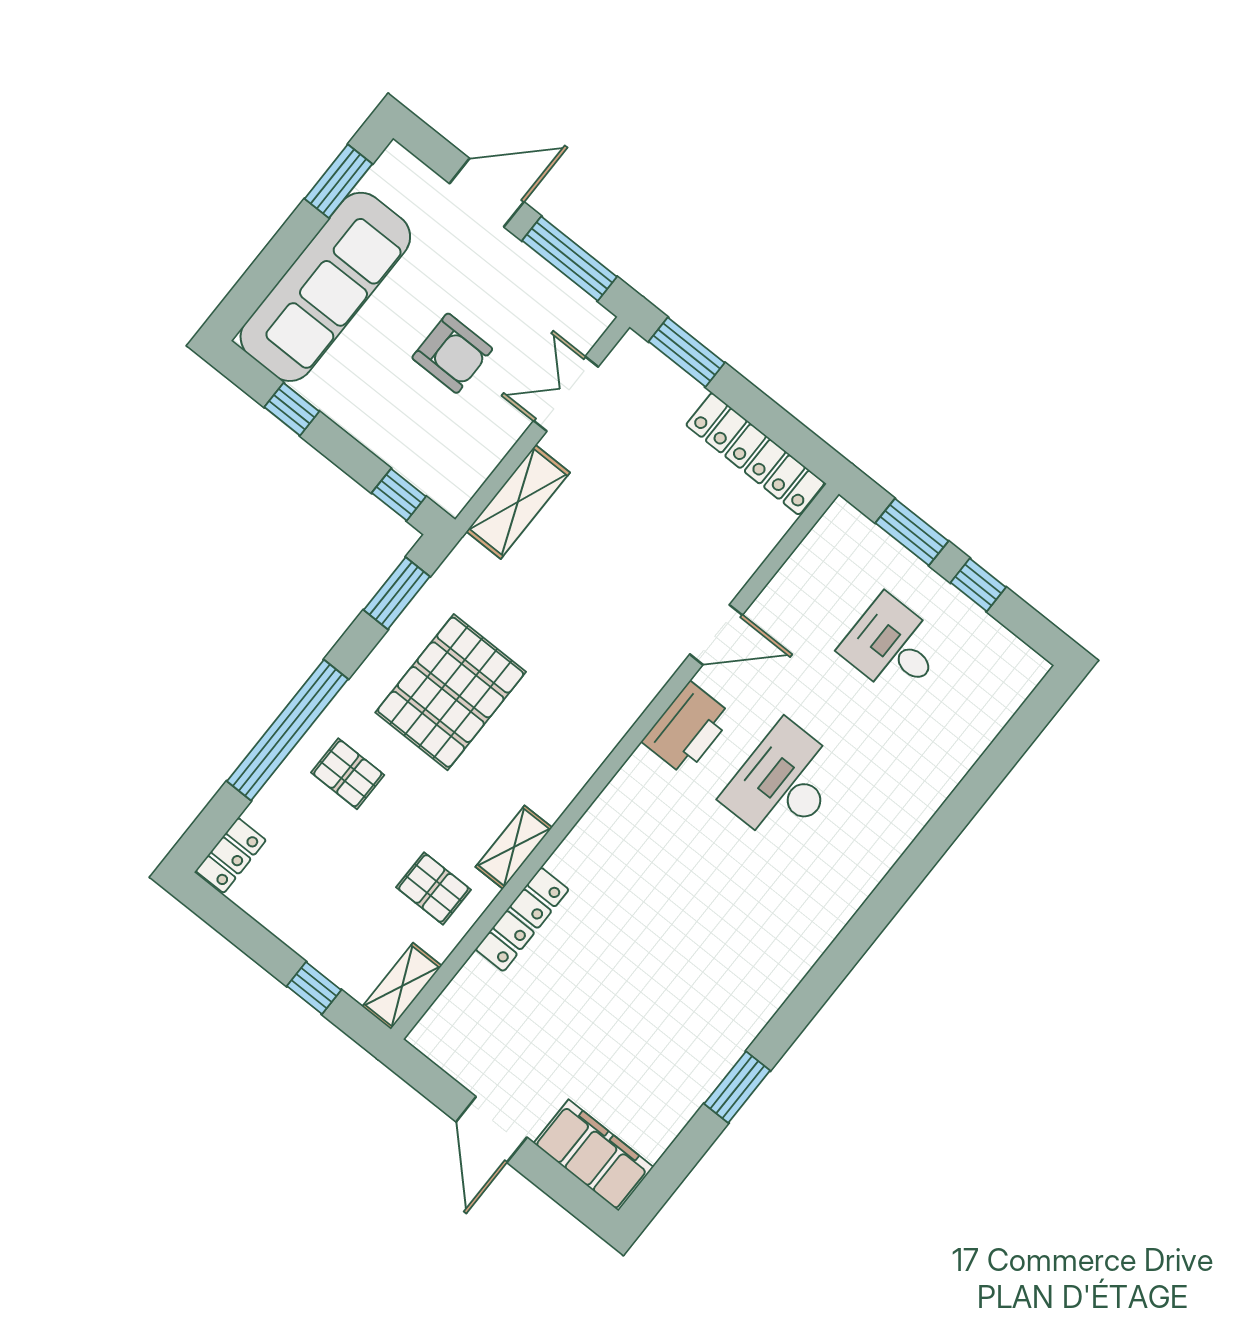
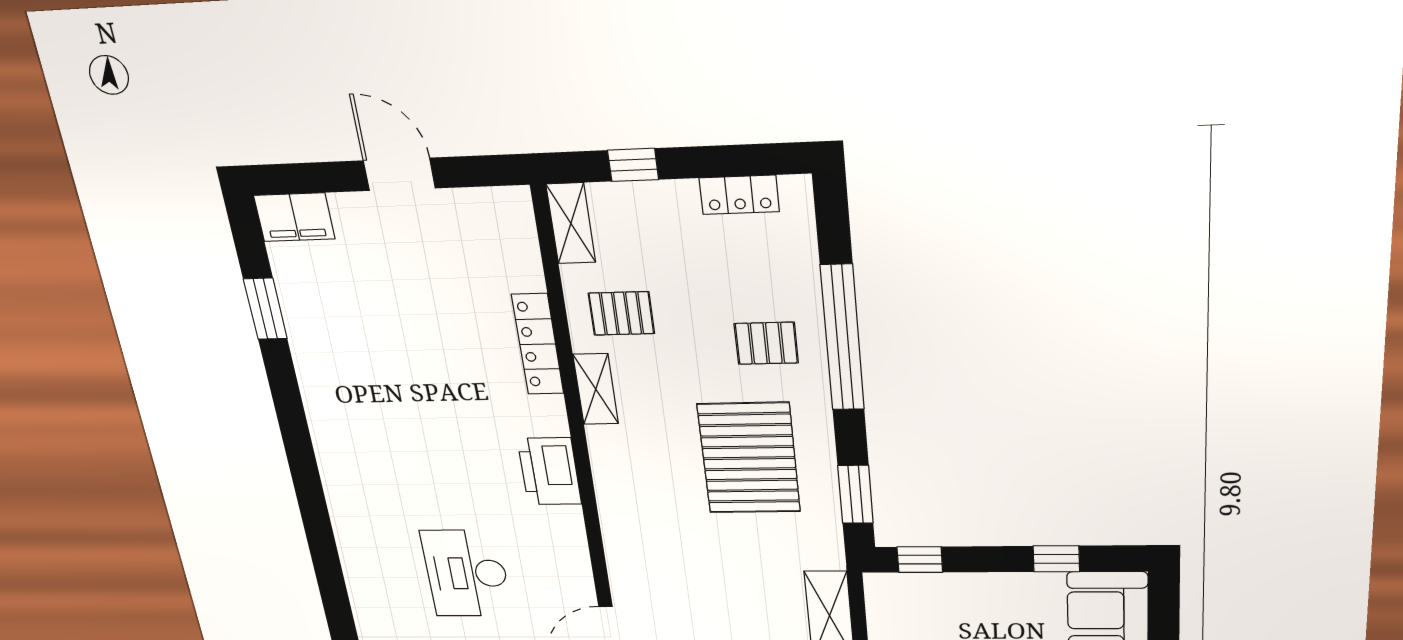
printer: (687, 729) -> (549, 471), moved
desk: (783, 784) -> (467, 573), turned 180
locker: (231, 855) -> (739, 195), moved, turned -90
window: (737, 1087) -> (265, 309), moved
filing cabinet: (593, 1155) -> (294, 217), width x0.67, depth x0.86

